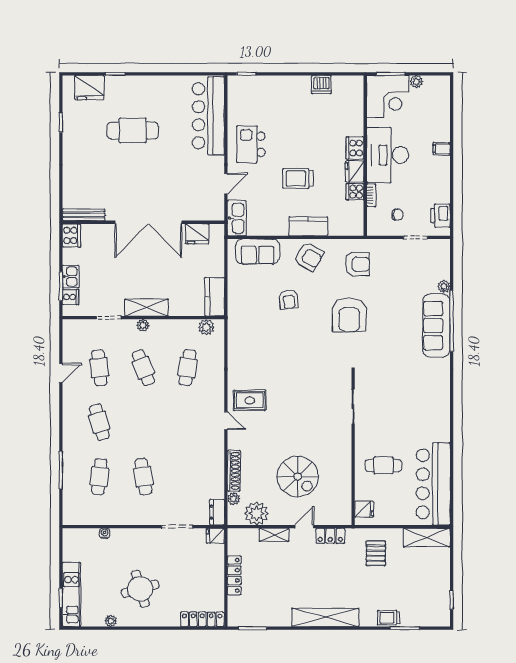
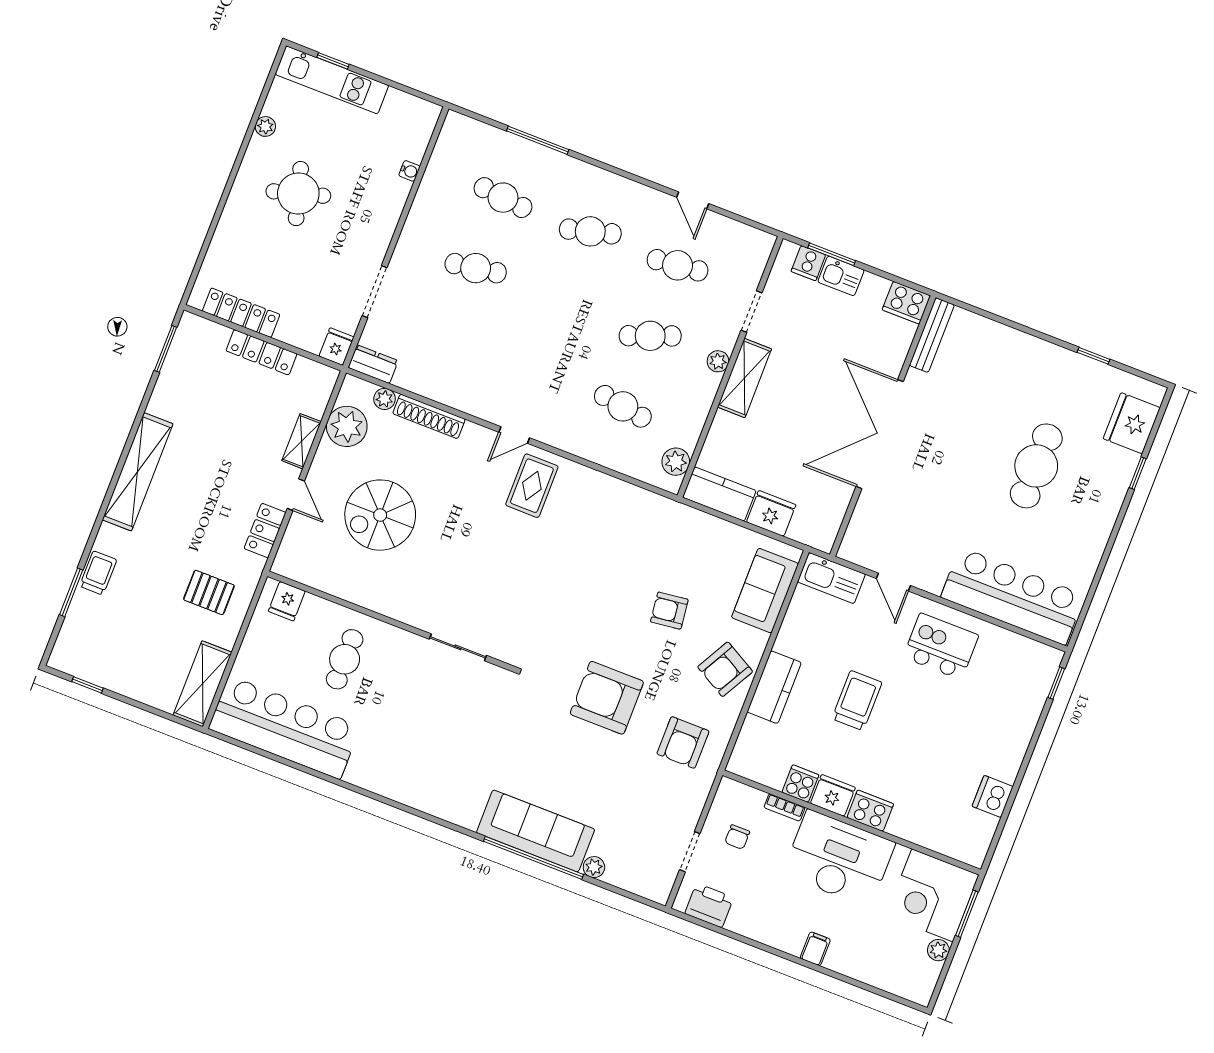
fridge: (197, 234) -> (771, 513), moved, turned 90
locker: (202, 619) -> (241, 313), moved, turned -90

